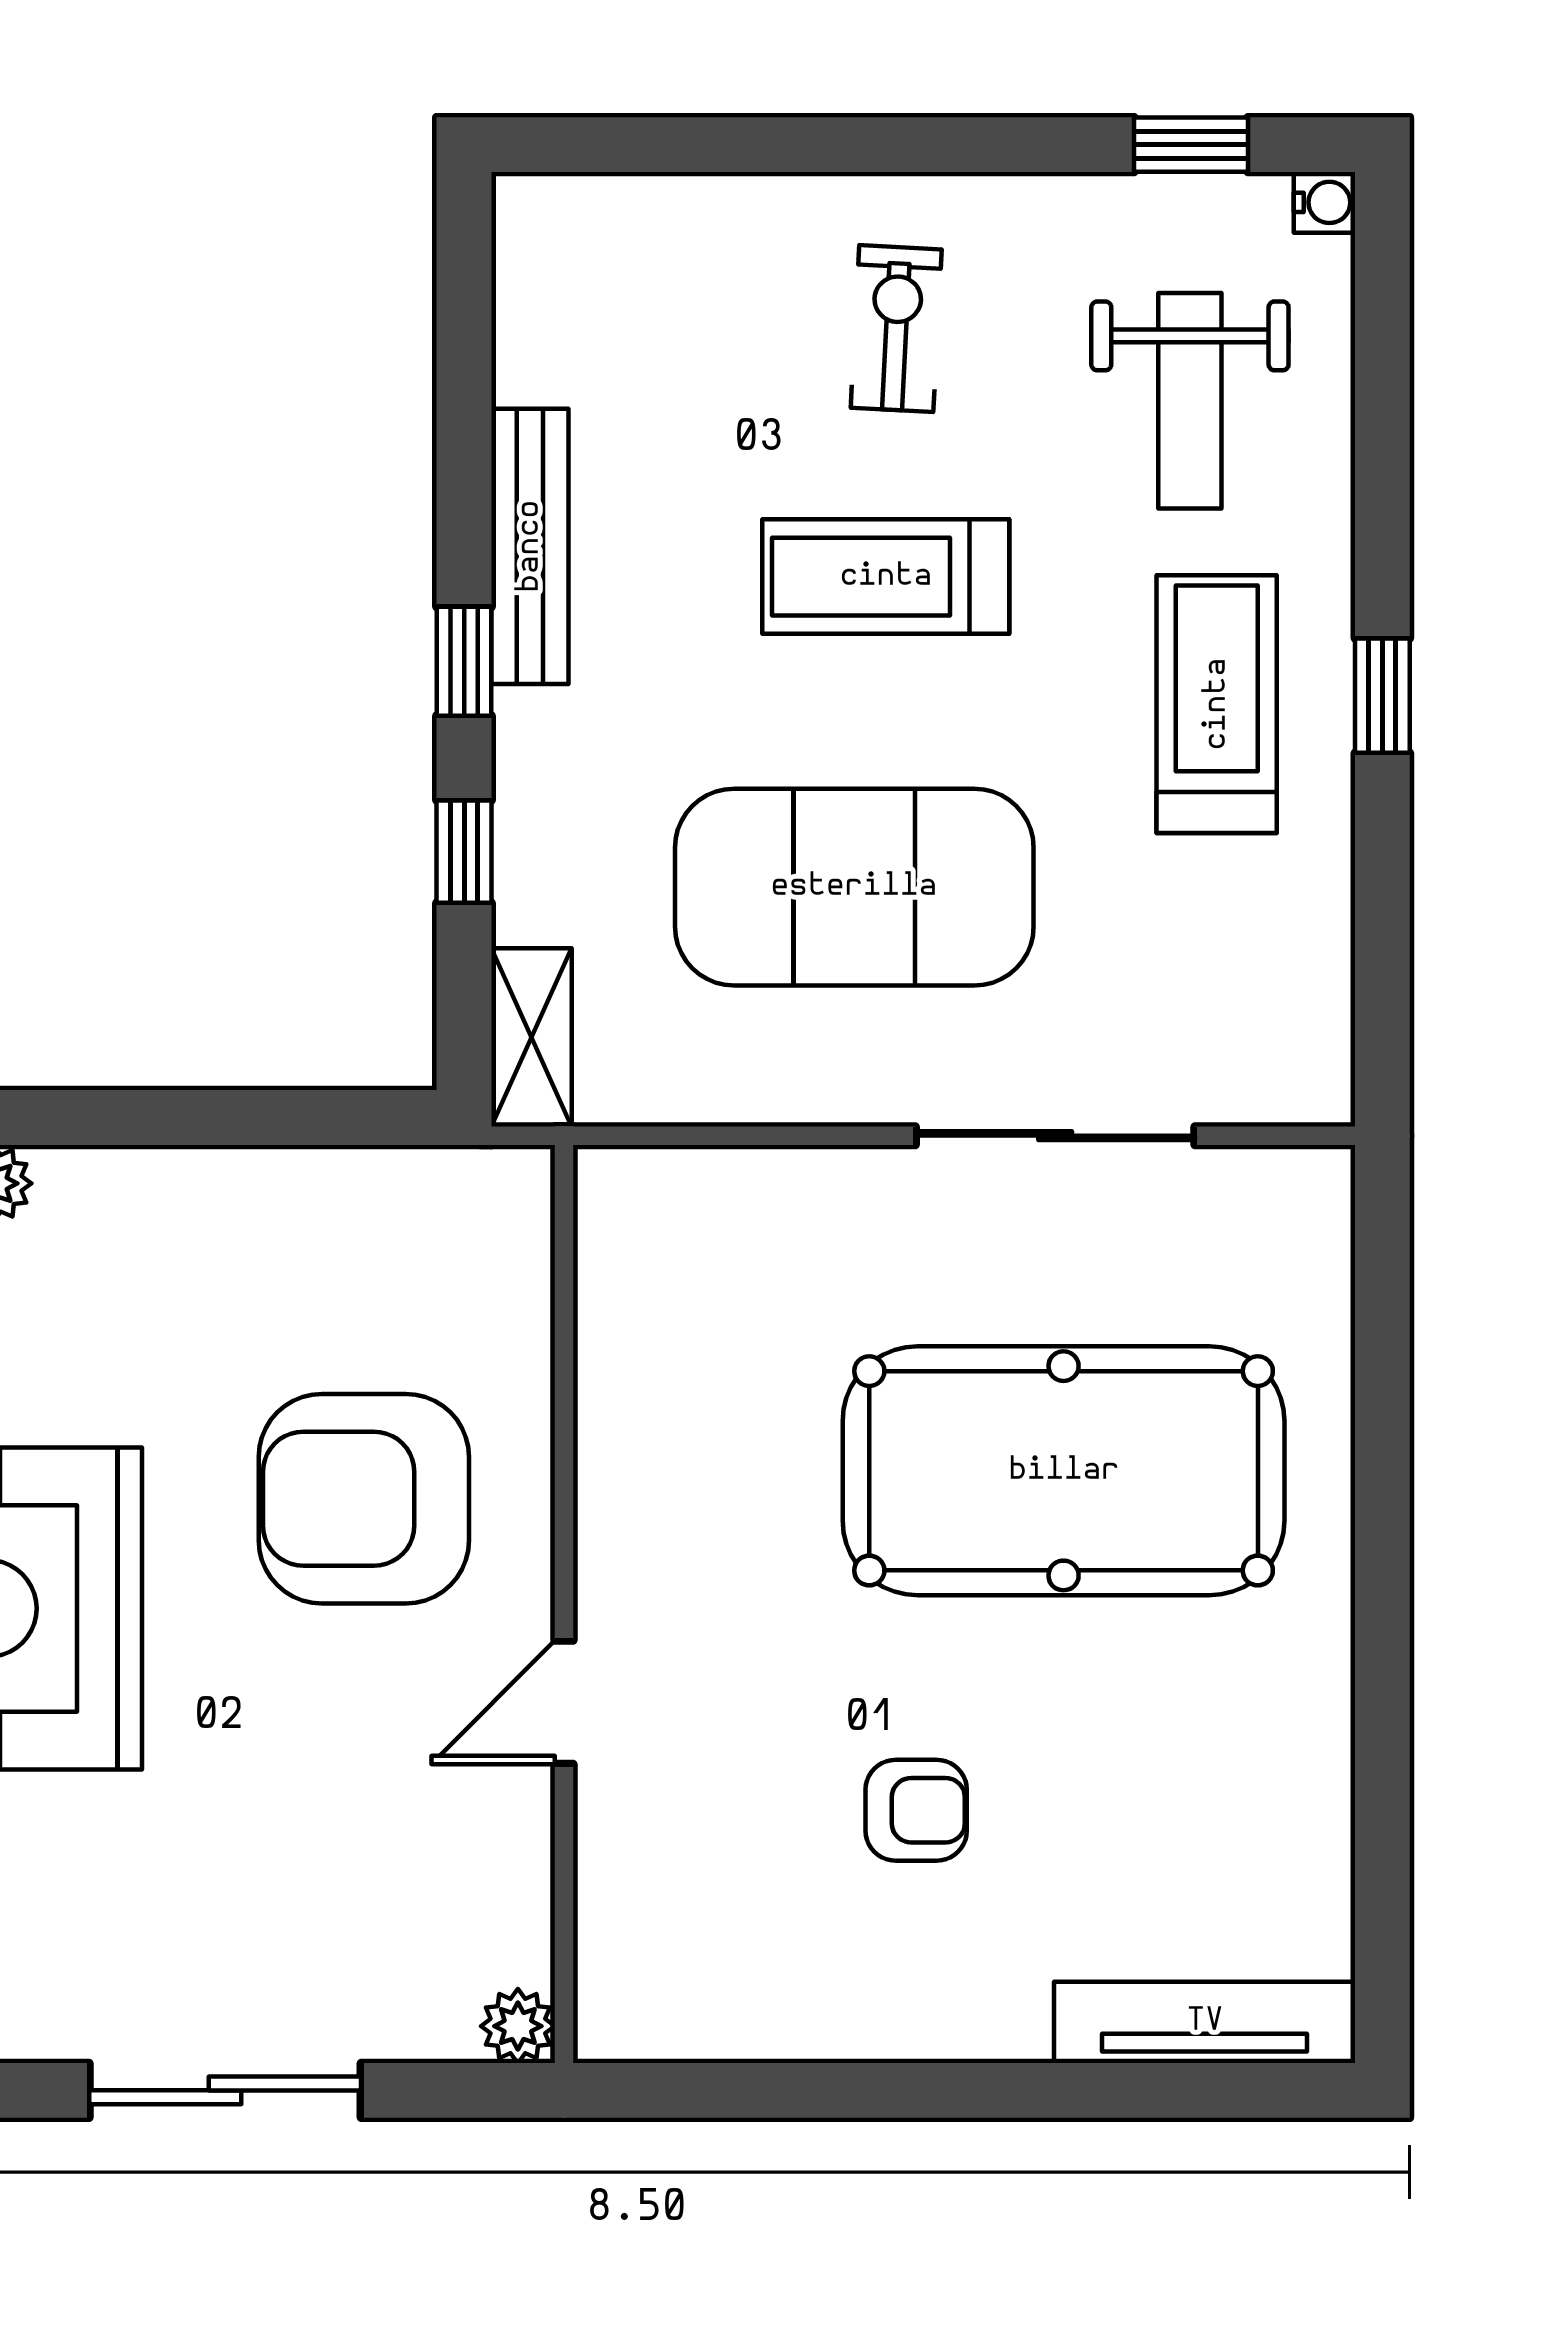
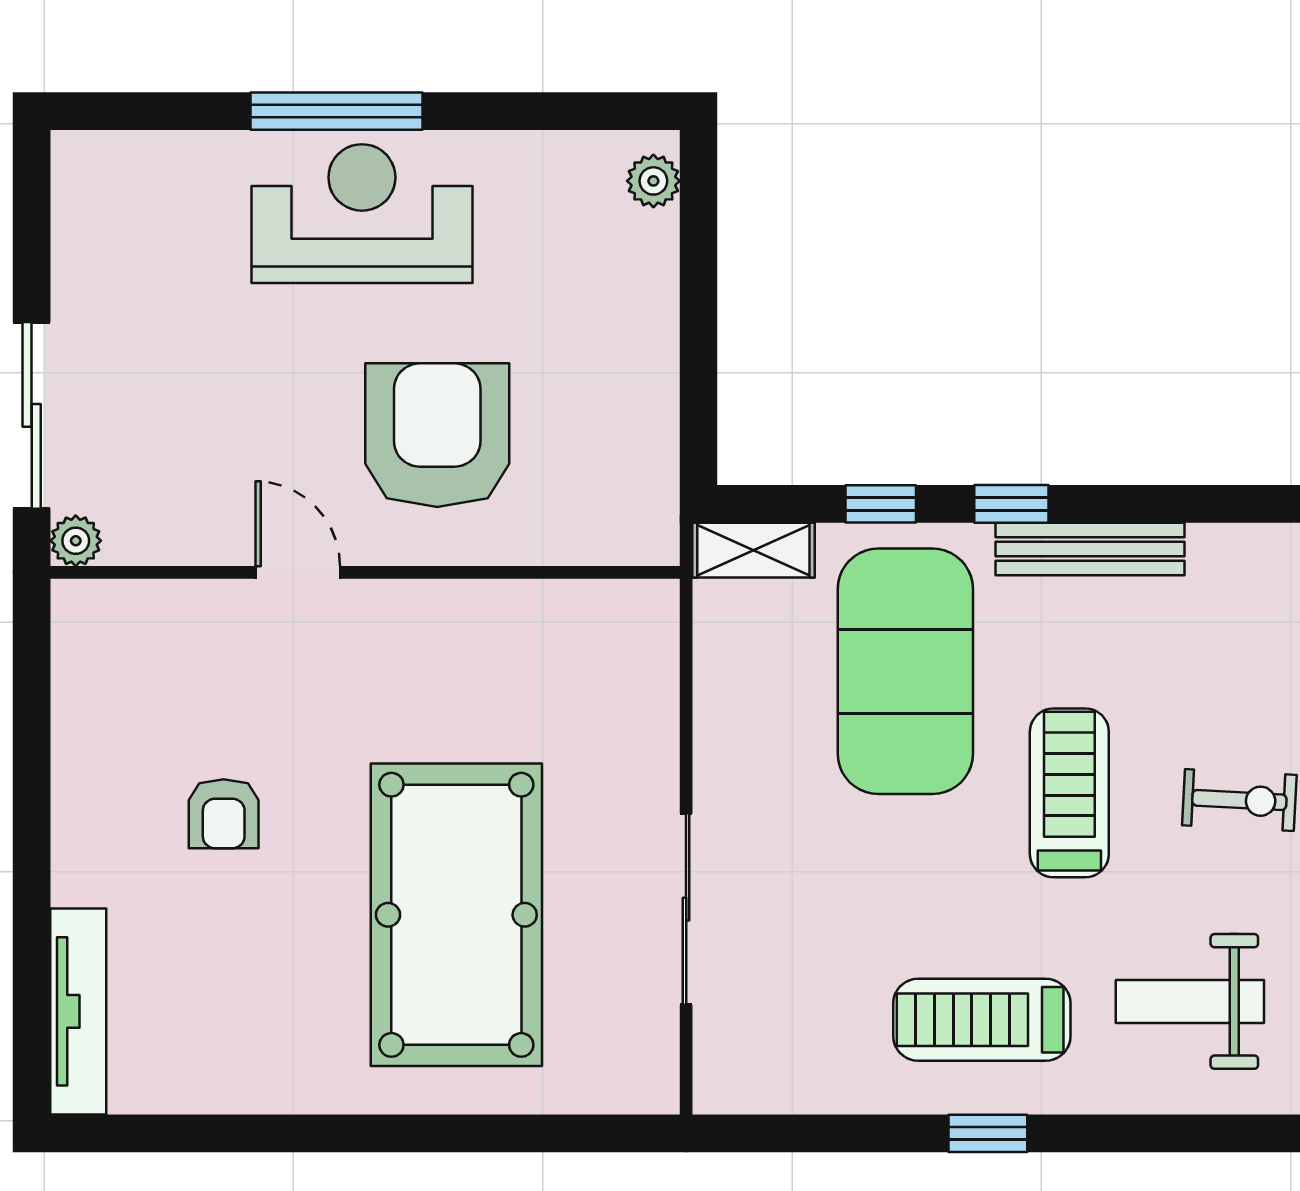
treadmill: (1217, 704) -> (982, 1020), turned 180
exercise mat: (854, 887) -> (905, 671), moved
sliding door: (225, 2090) -> (32, 415), moved

